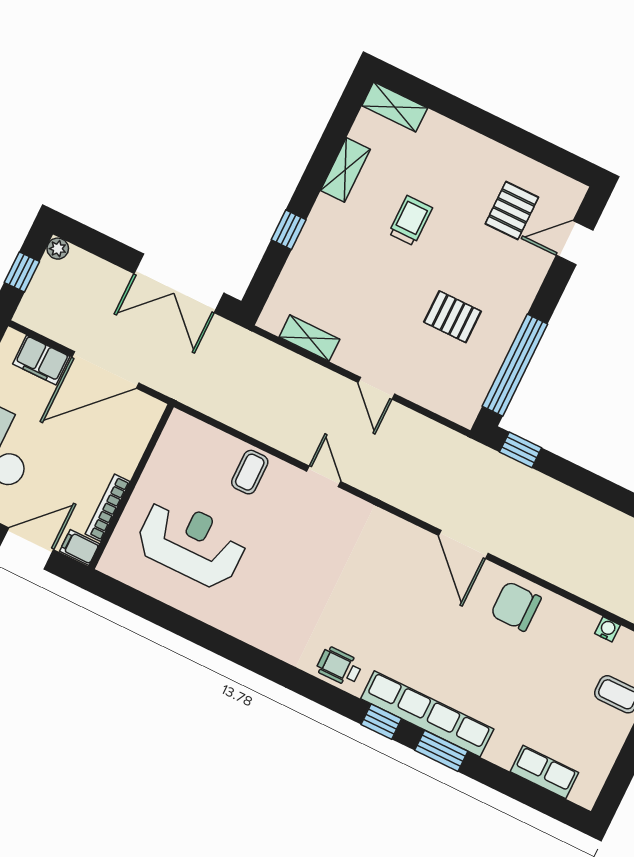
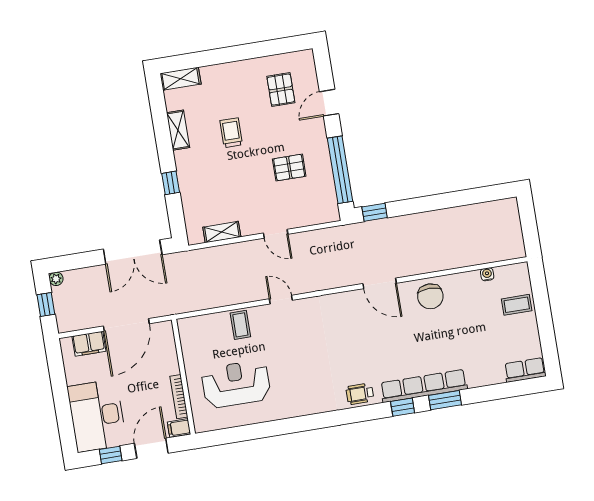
door: (575, 243) -> (329, 103), moved
chair: (516, 606) -> (430, 296), turned -90
row of seats: (544, 772) -> (525, 370), moved

